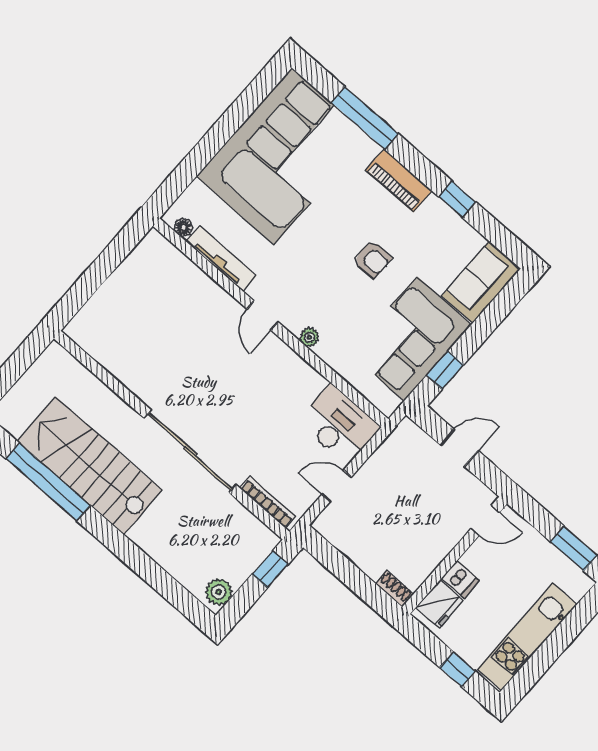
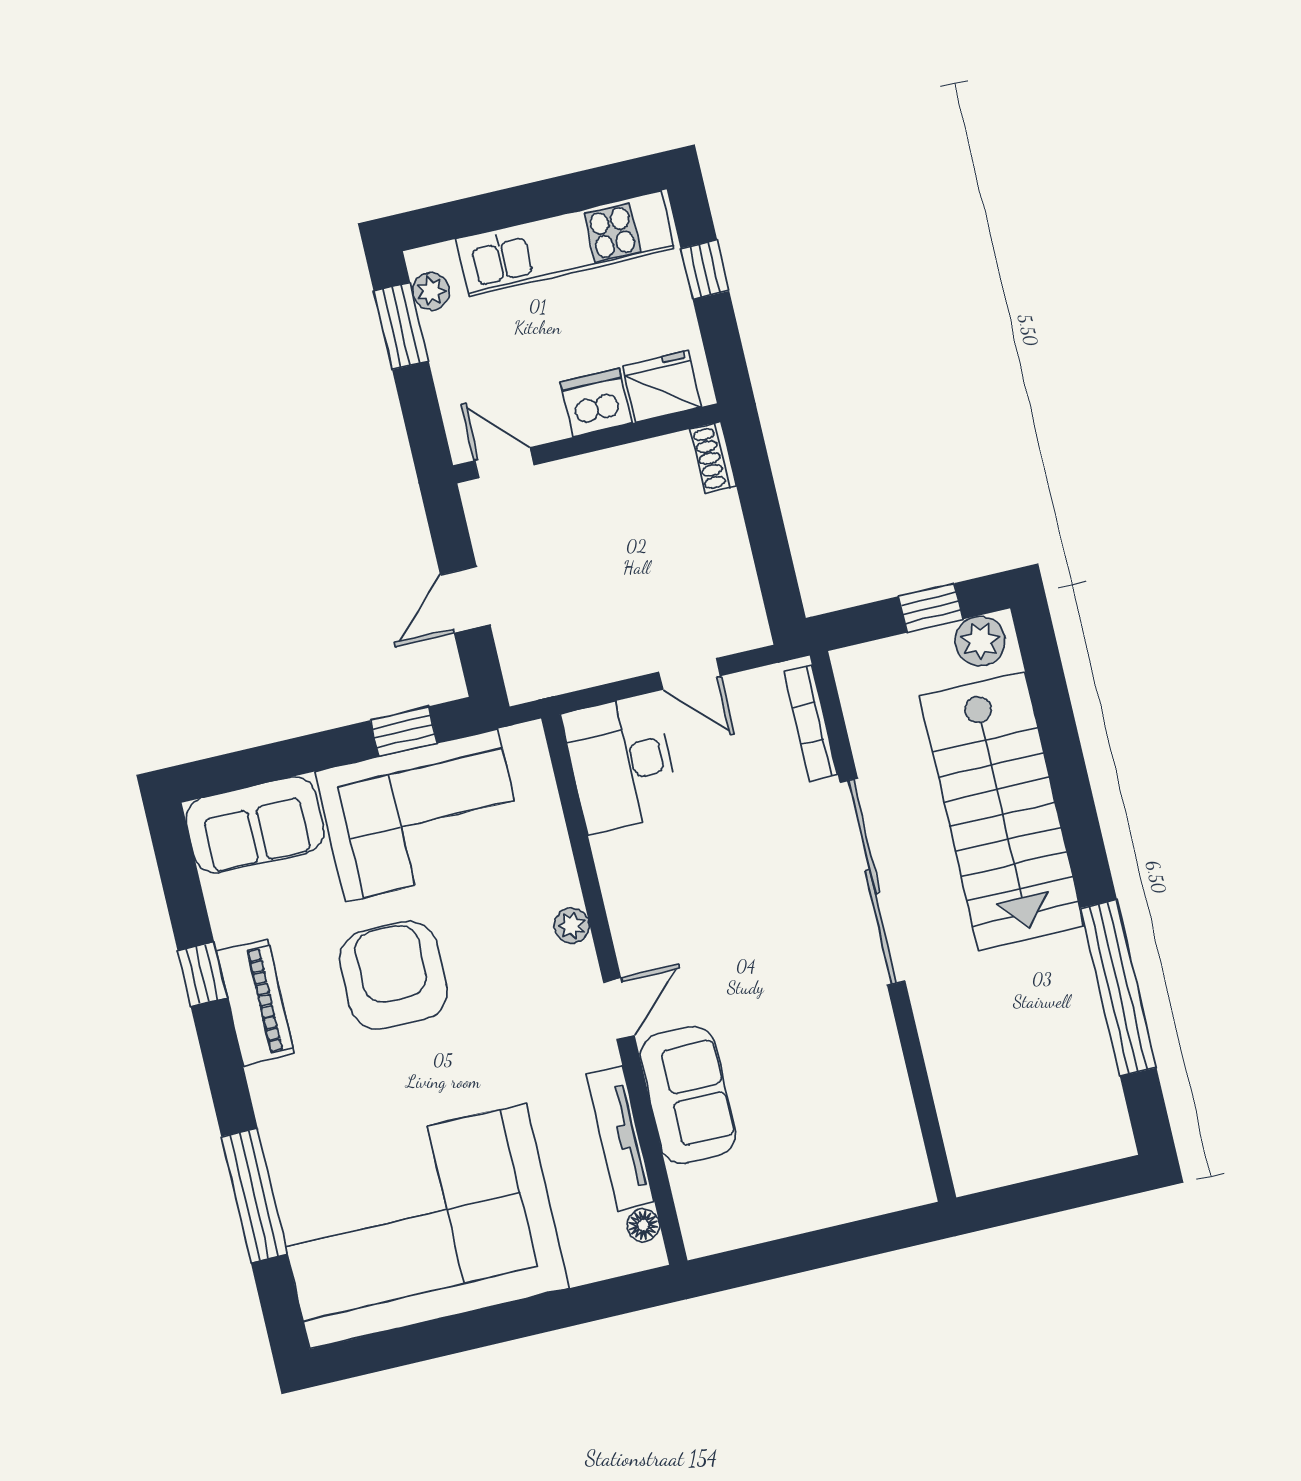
piano: (399, 180) -> (255, 1003), moved
armchair: (373, 259) -> (394, 975), width x1.88, depth x1.88
sofa: (205, 299) -> (688, 1095), added
door: (459, 448) -> (465, 600), hinge flipped
stairs: (90, 466) -> (1002, 811), moved
window: (270, 569) -> (931, 608), moved
plant: (572, 573) -> (431, 291), added
dishwasher: (461, 579) -> (596, 403), width x1.38

